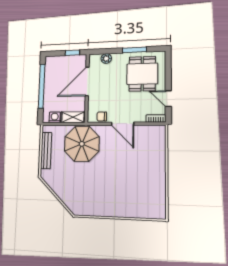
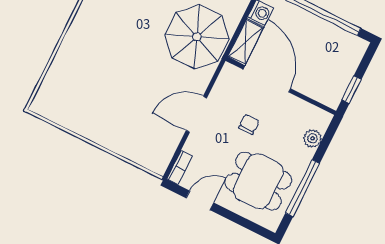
window: (134, 50) -> (302, 188), width x1.44
door: (87, 81) -> (267, 79), moved
chair: (102, 116) -> (249, 124), moved

